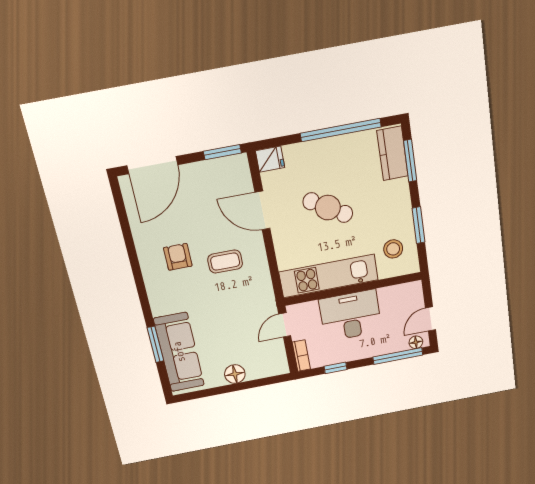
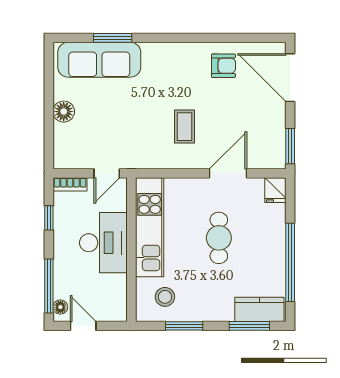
cafe table: (328, 208) -> (219, 238), turned -31
armchair: (178, 257) -> (223, 66), moved
door: (285, 325) -> (107, 173), swing flipped

